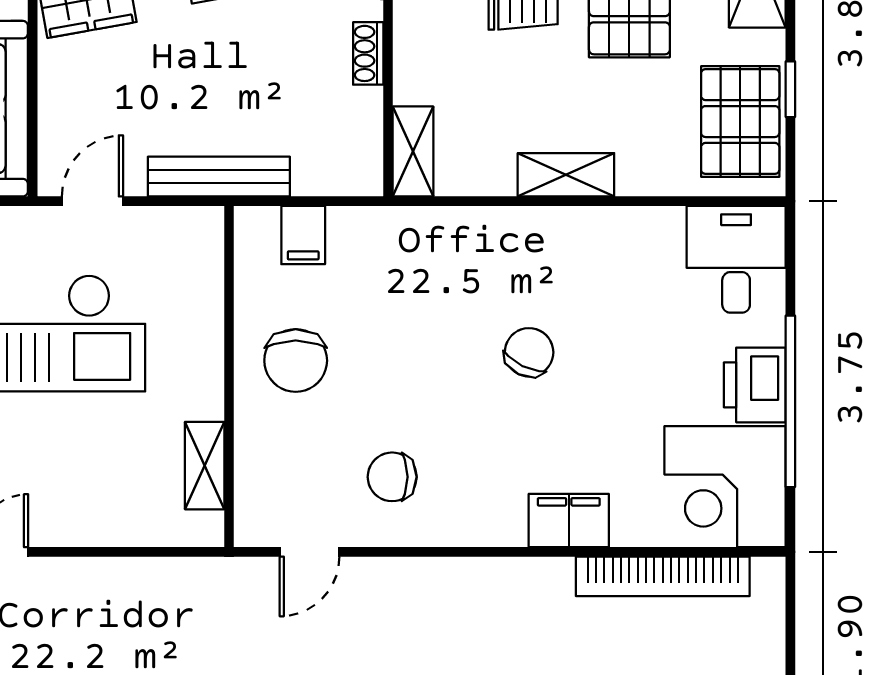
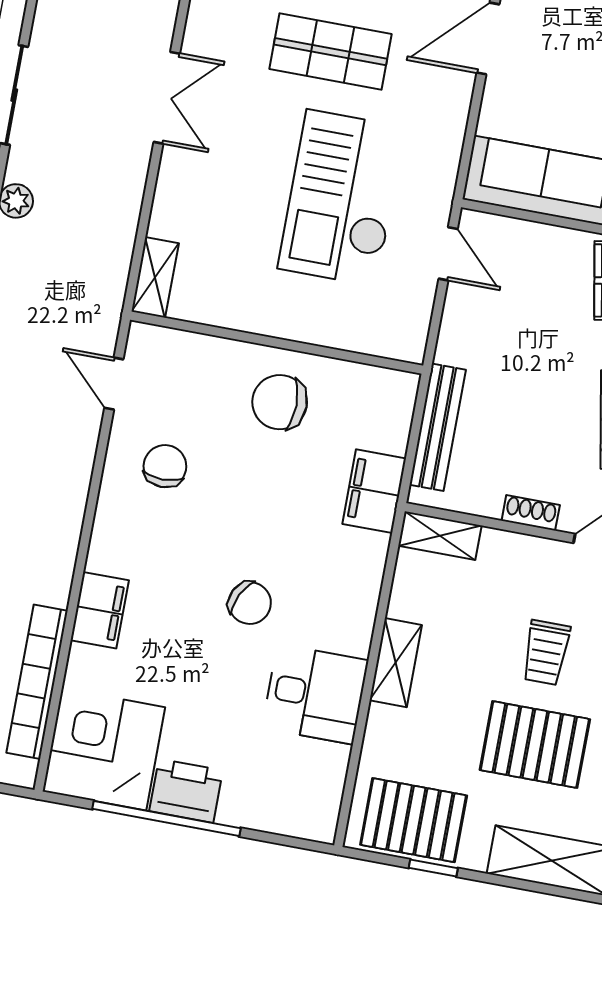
bench: (219, 177) -> (438, 427), moved
filing cabinet: (303, 235) -> (374, 491), moved, width x2.00
desk: (736, 259) -> (315, 694), moved
shelving: (205, 466) -> (155, 277), moved, turned 90

